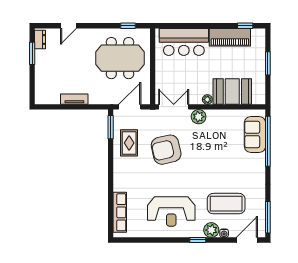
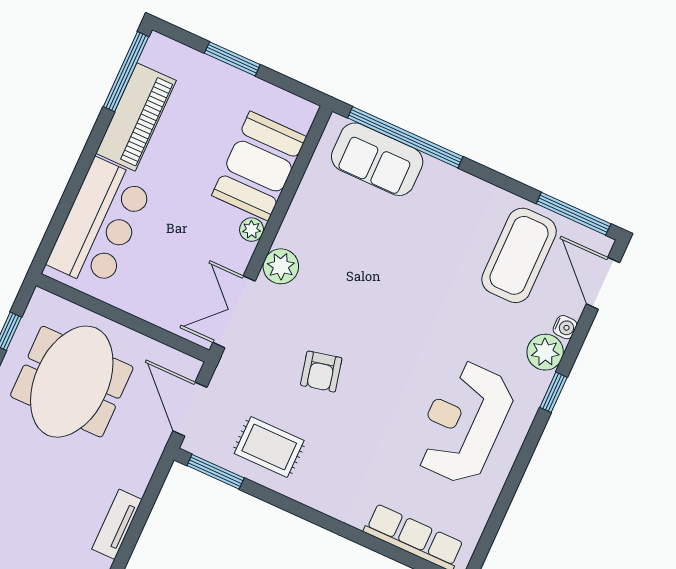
window: (245, 26) -> (126, 72), width x2.17
armchair: (166, 150) -> (321, 372), width x0.53, depth x0.53
coffee table: (226, 204) -> (519, 255), moved
reception desk: (171, 211) -> (464, 422), turned 180

